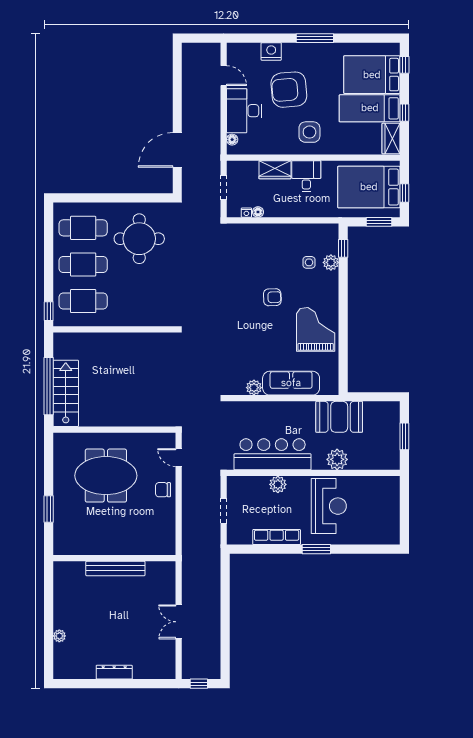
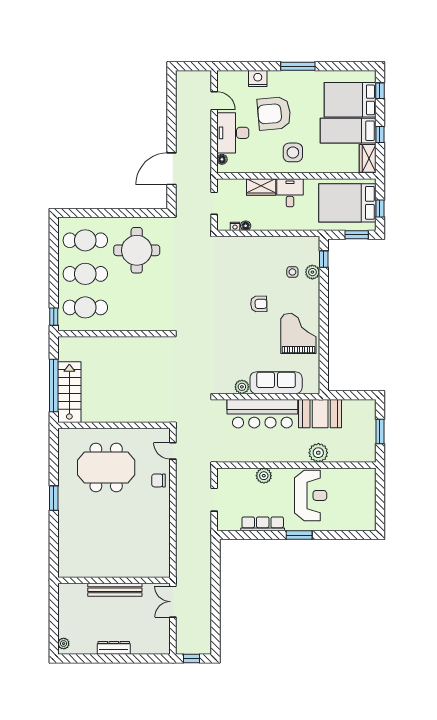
bar counter: (273, 454) -> (262, 414), moved, turned 180
wall: (114, 558) -> (114, 580), moved
bench: (115, 568) -> (115, 590), moved
plant: (59, 636) -> (64, 644), moved

